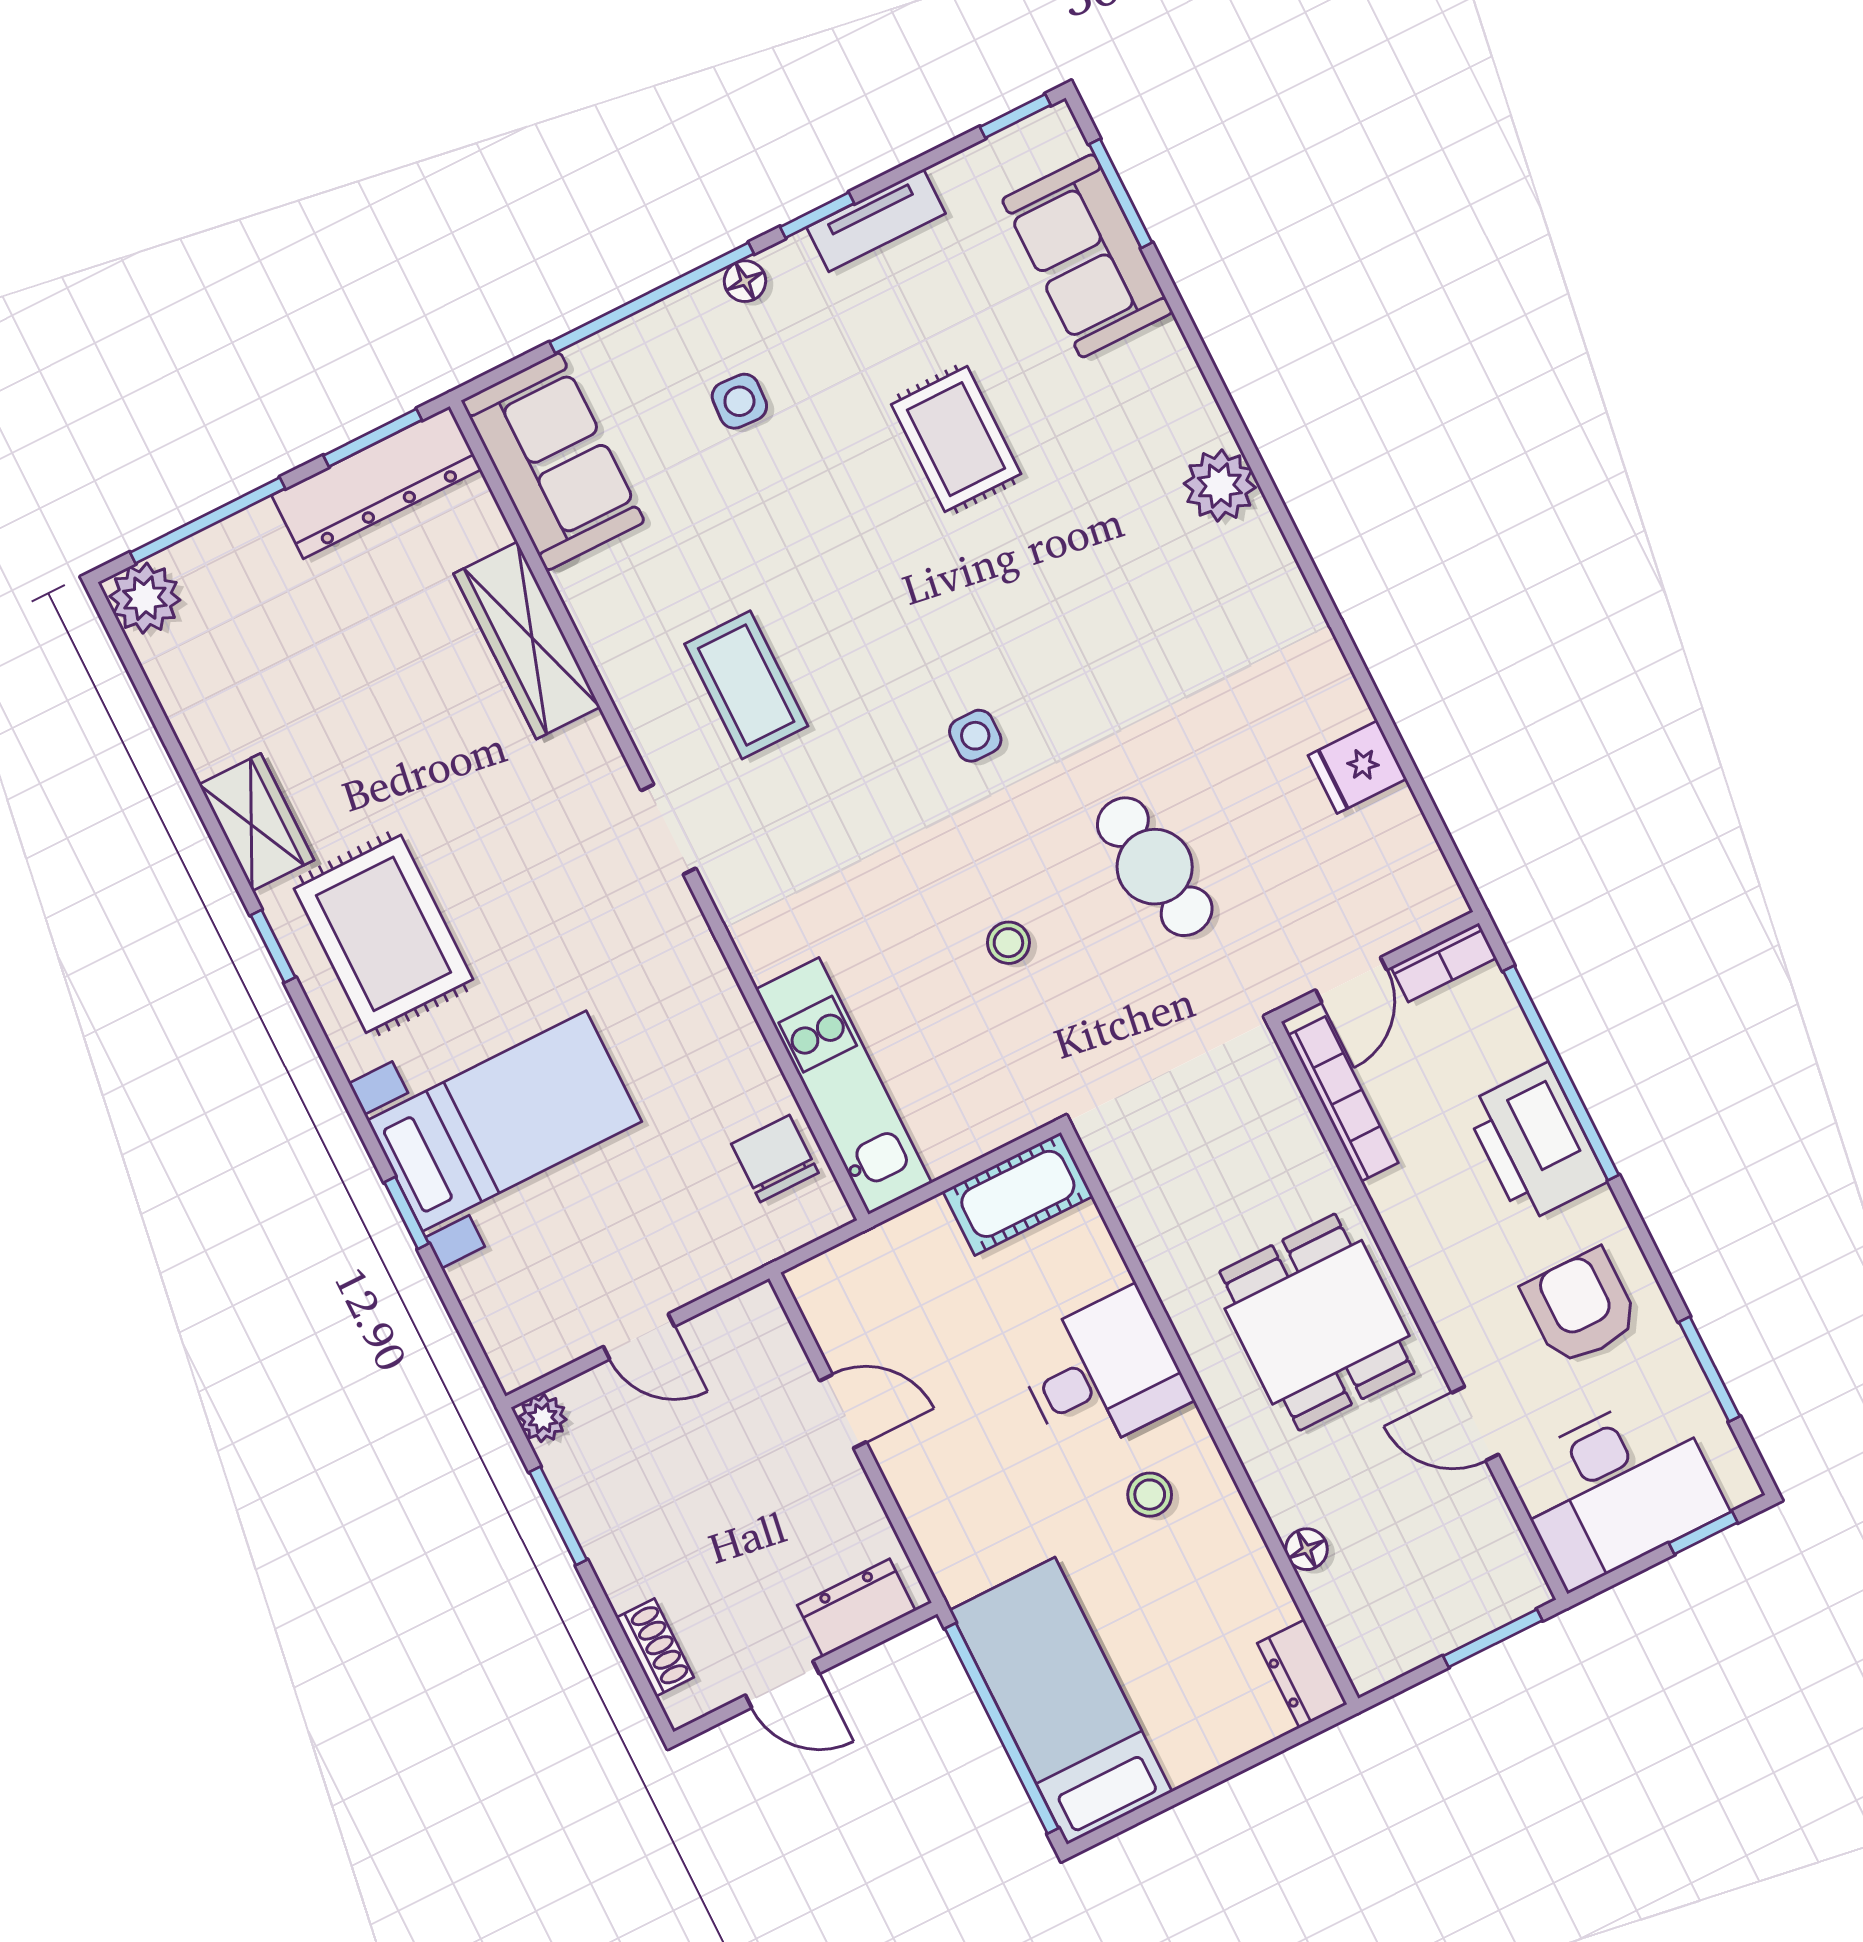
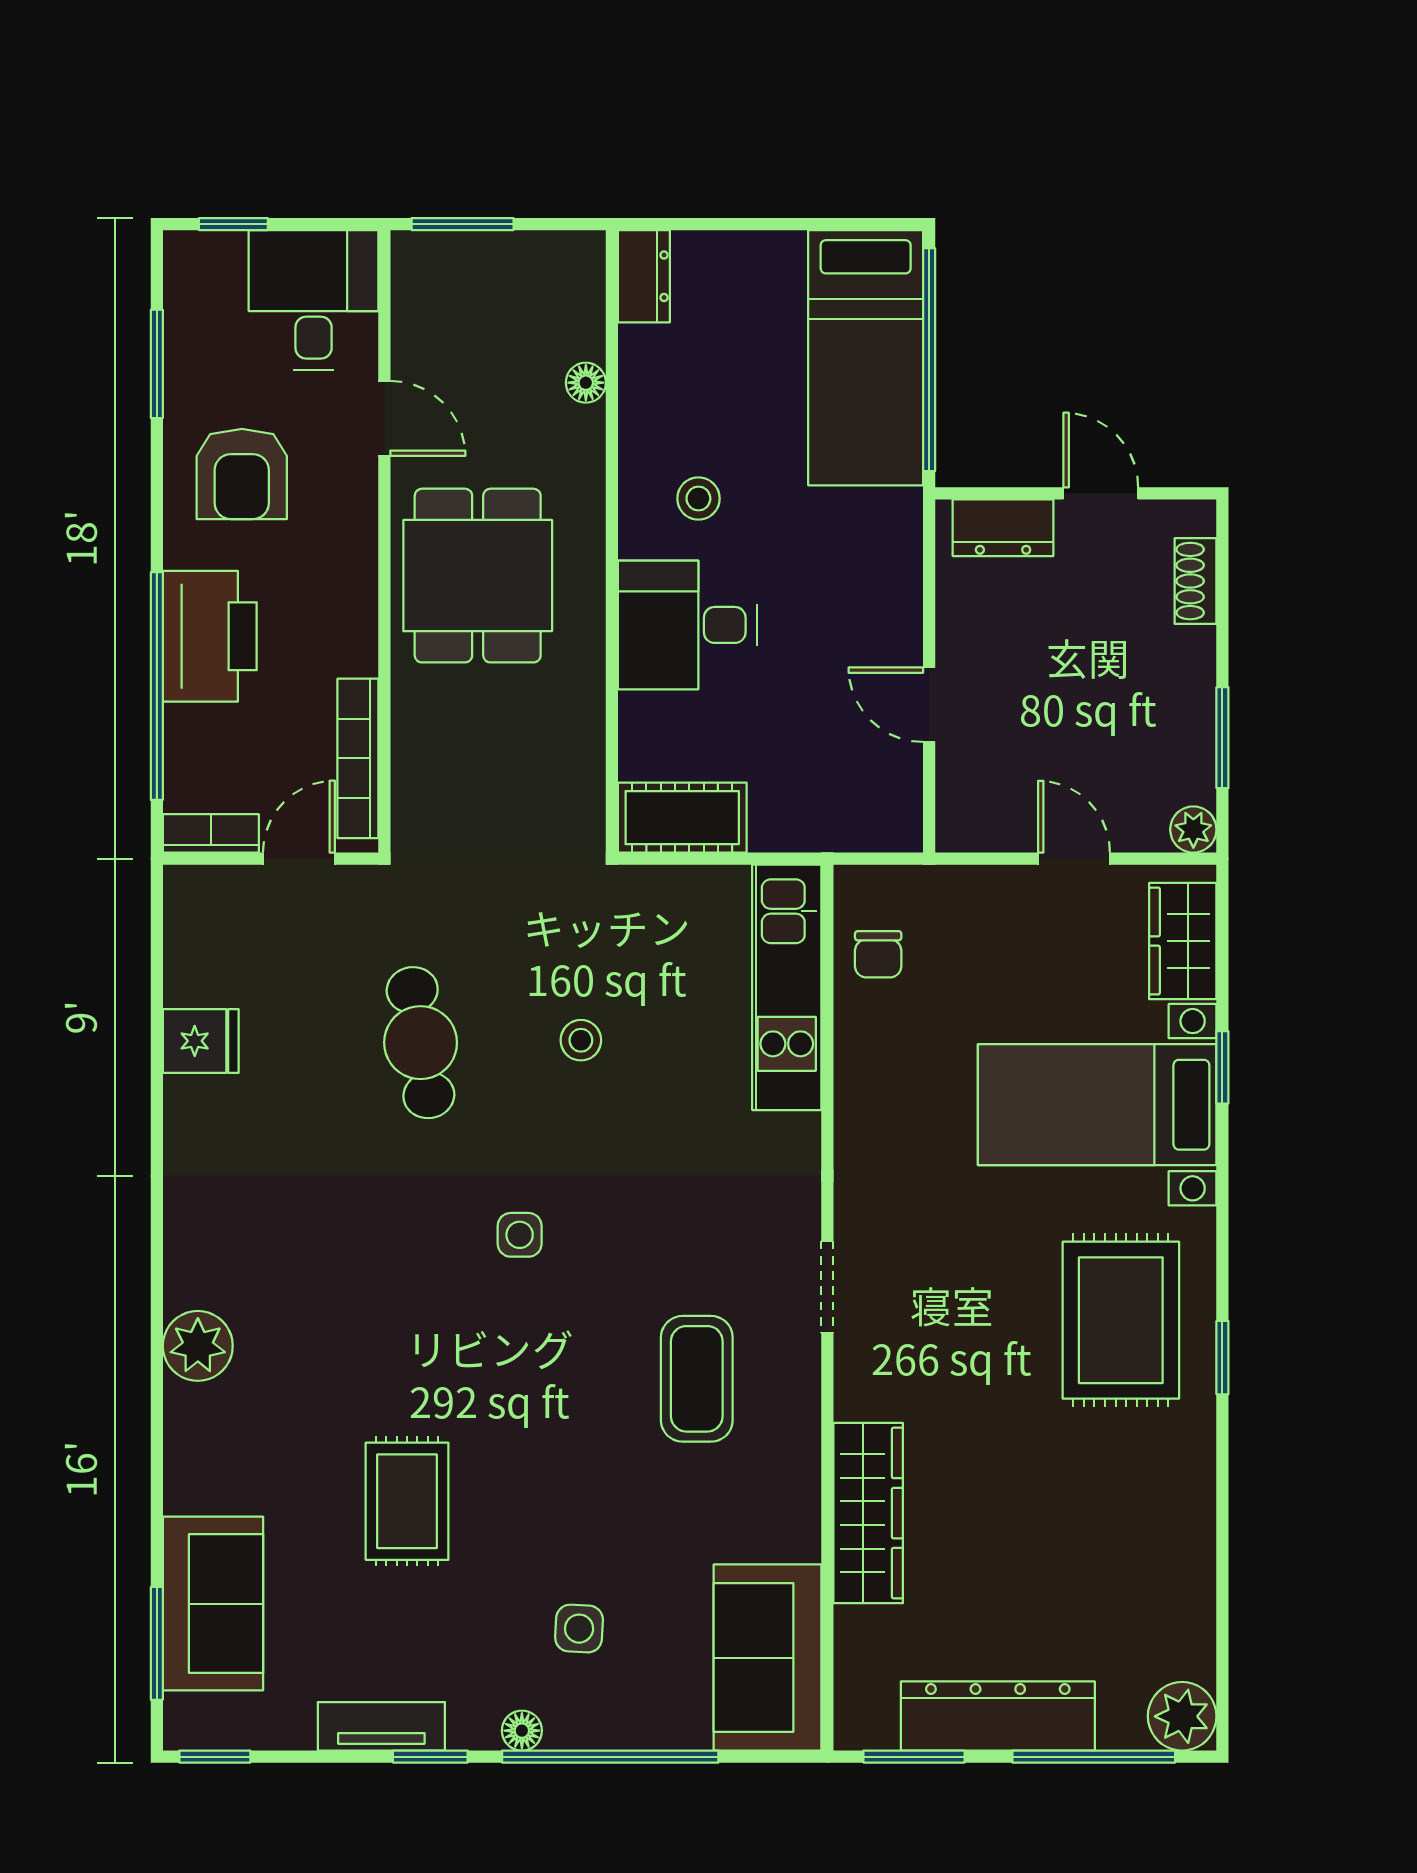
dresser: (376, 482) -> (998, 1716), moved
wardrobe: (256, 822) -> (1183, 941), moved
chair: (775, 1158) -> (878, 954), width x0.73, depth x0.73
desk: (1617, 1489) -> (314, 300), width x0.73

